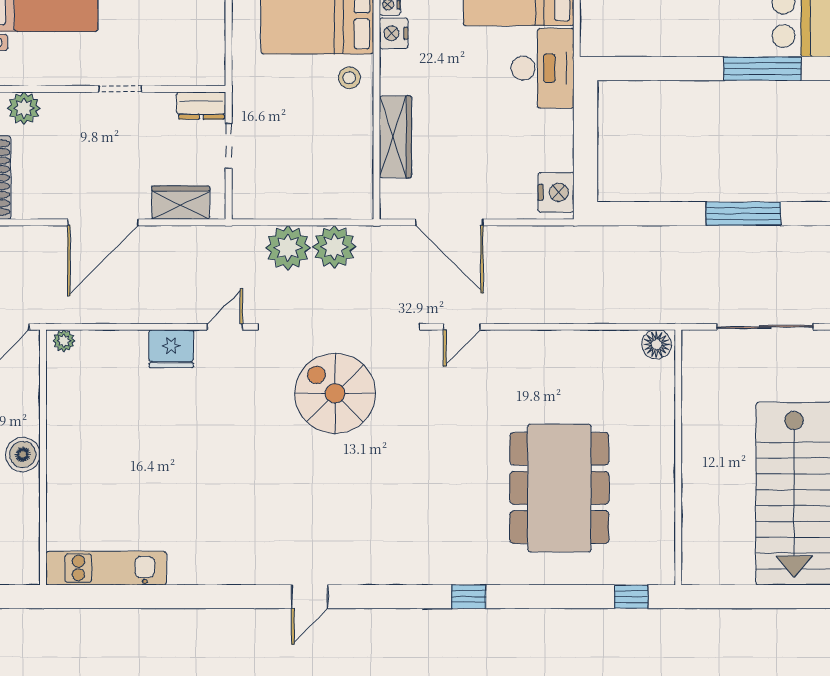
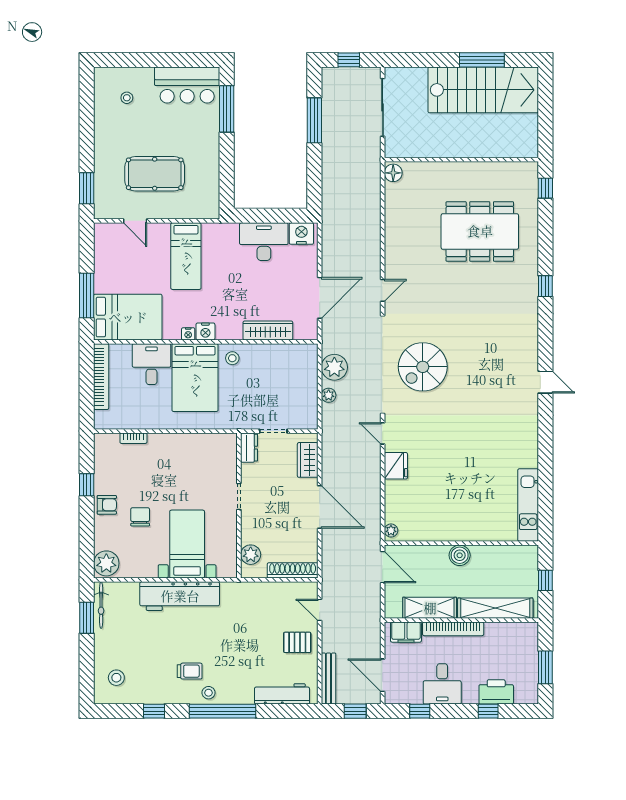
desk: (542, 68) -> (264, 242), moved
plant: (288, 248) -> (329, 395), width x0.53, depth x0.53
door: (462, 327) -> (383, 290), hinge flipped

